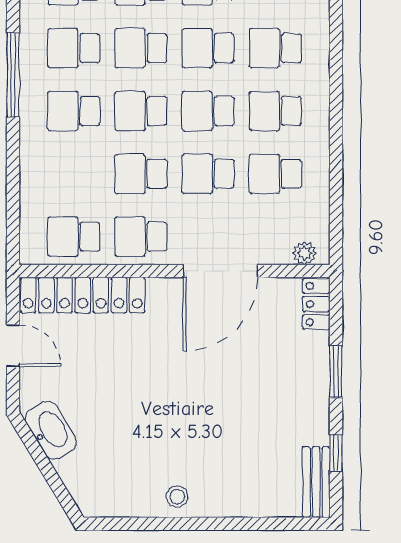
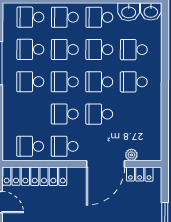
school desk: (275, 174) -> (134, 114), removed
plant: (304, 253) -> (131, 155), moved
locker: (316, 304) -> (140, 174), moved, turned -90

